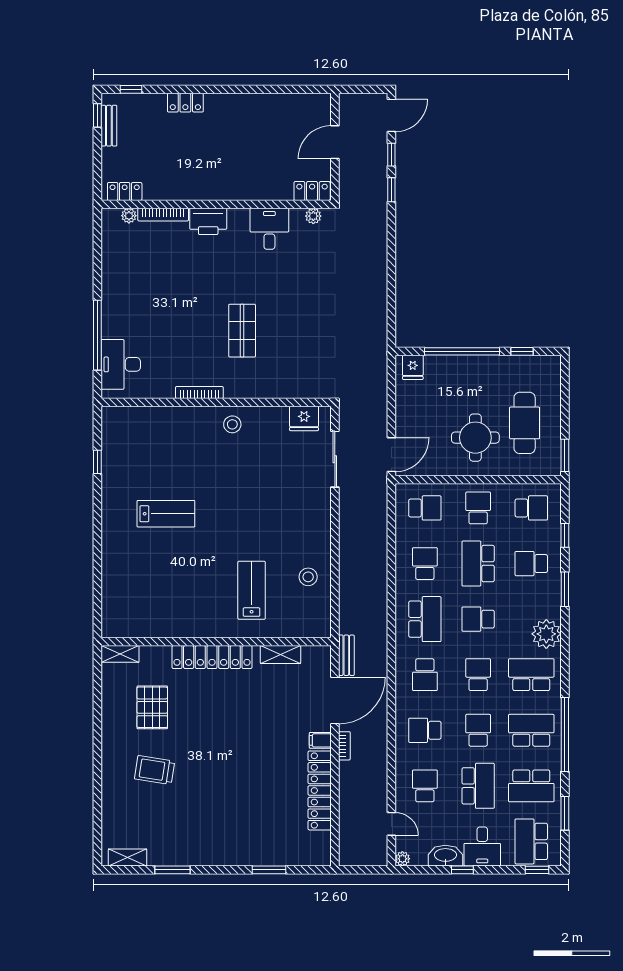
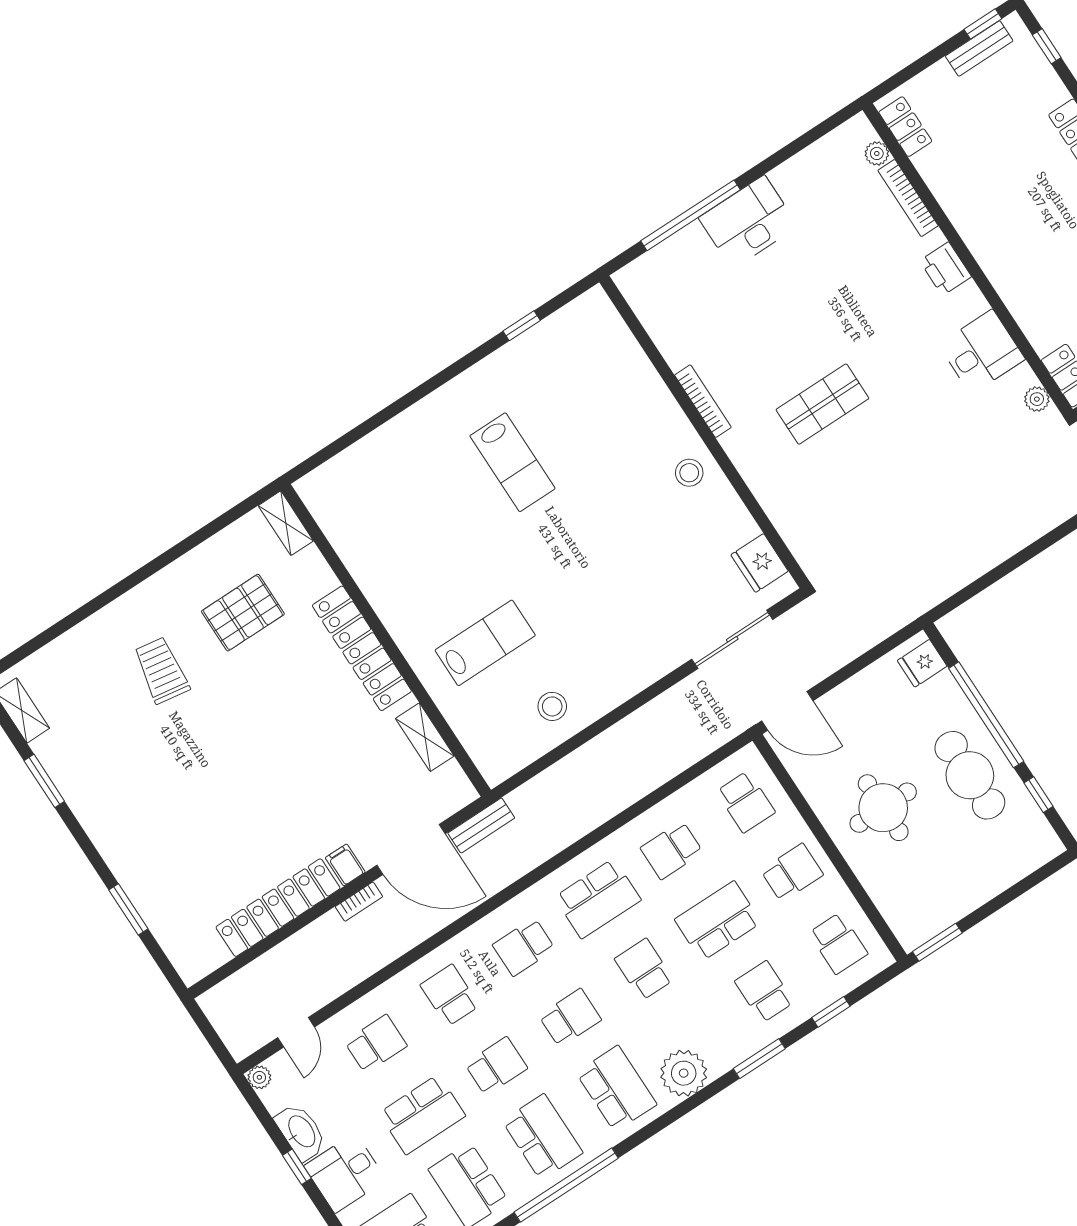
printer: (208, 221) -> (945, 269), width x0.73, depth x0.84
desk: (121, 364) -> (748, 222), moved
cafe table: (525, 423) -> (970, 775), moved, turned 90
school desk: (425, 564) -> (672, 850), turned 180

